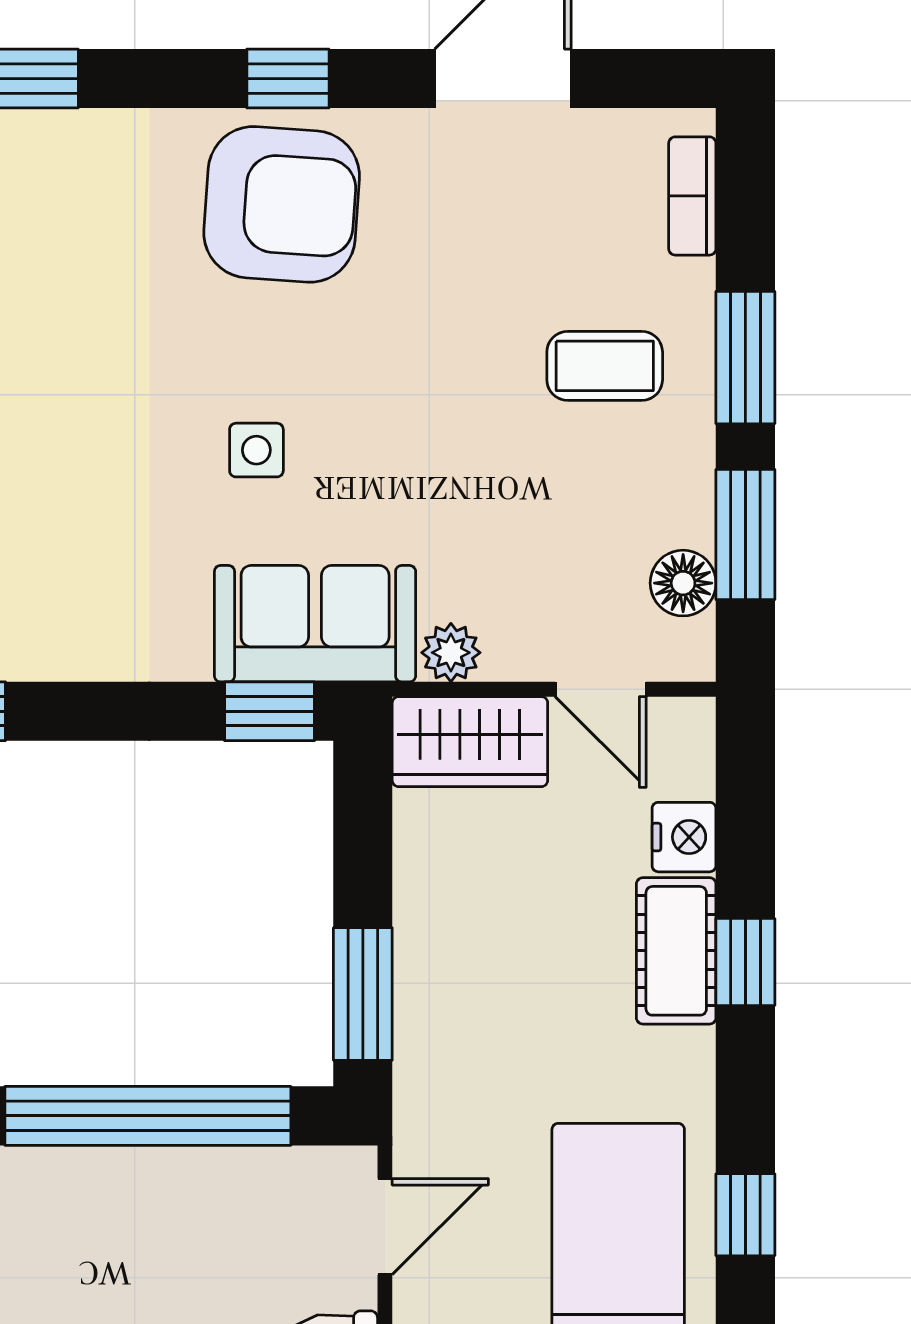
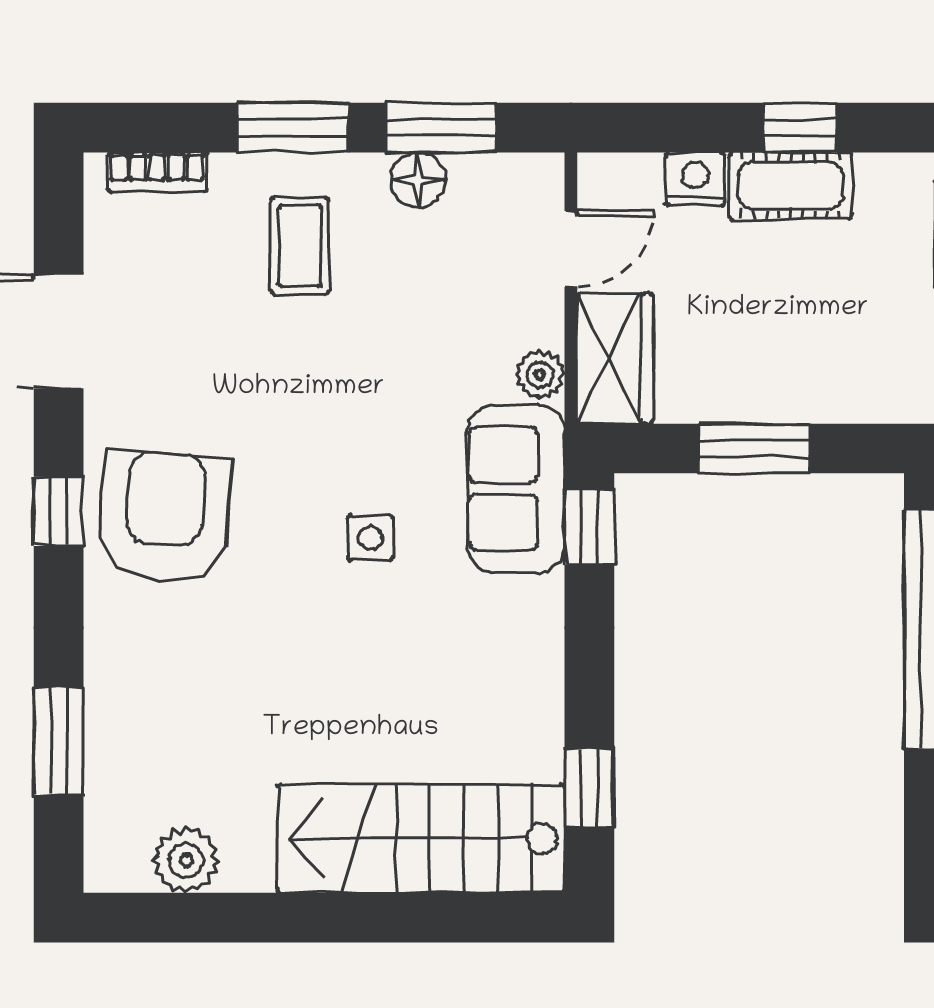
floor lamp: (683, 583) -> (418, 180), moved
window: (363, 994) -> (754, 449), moved

